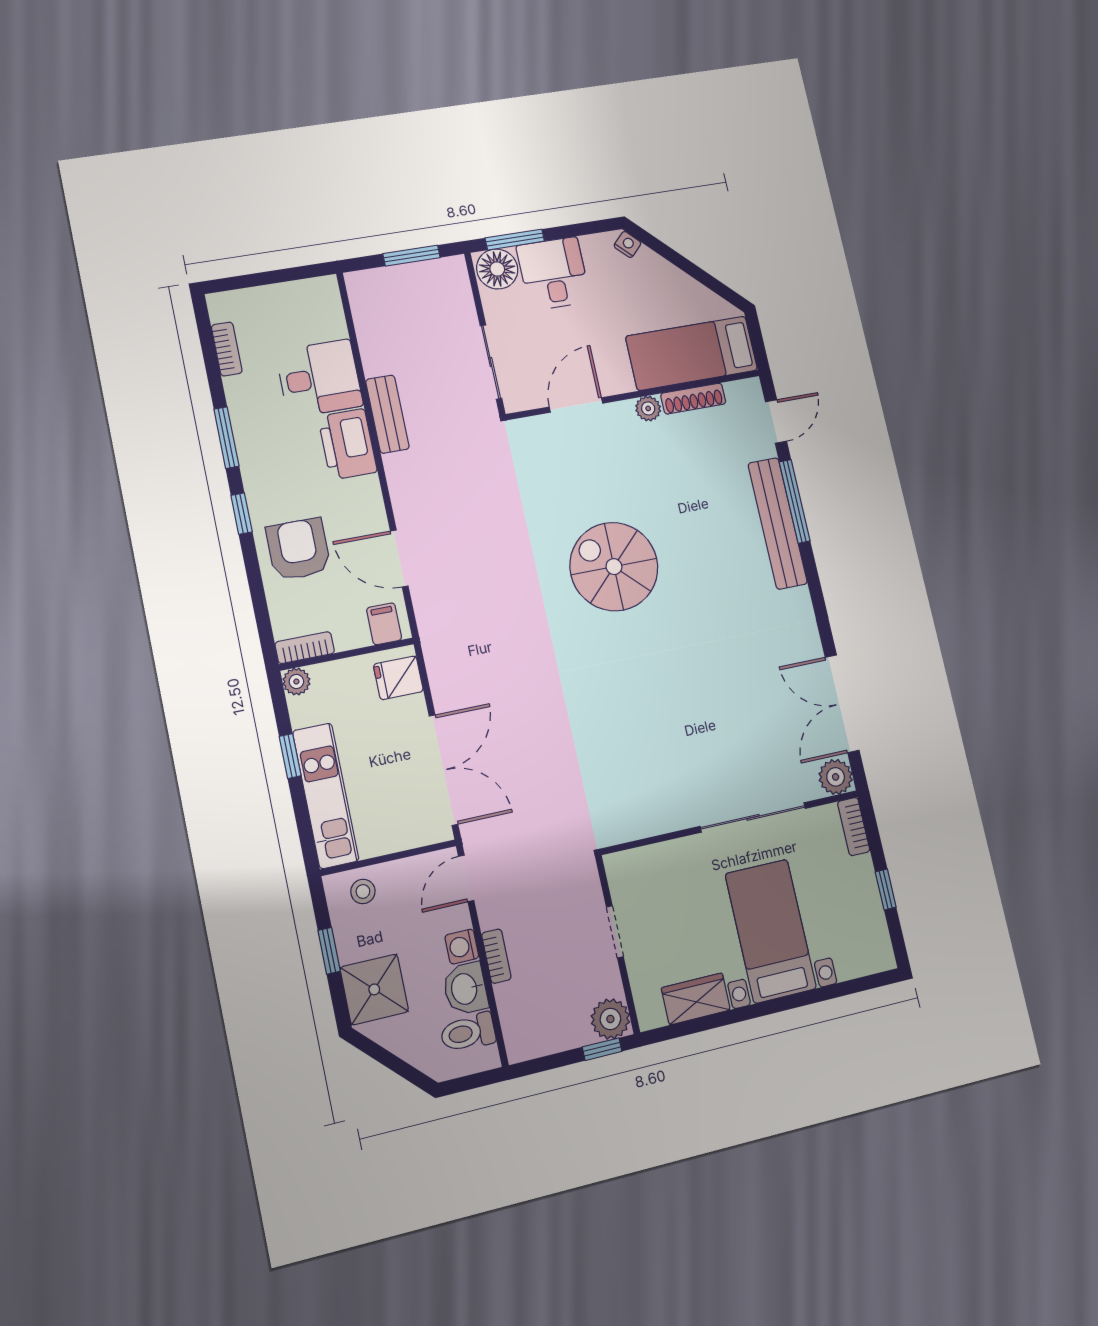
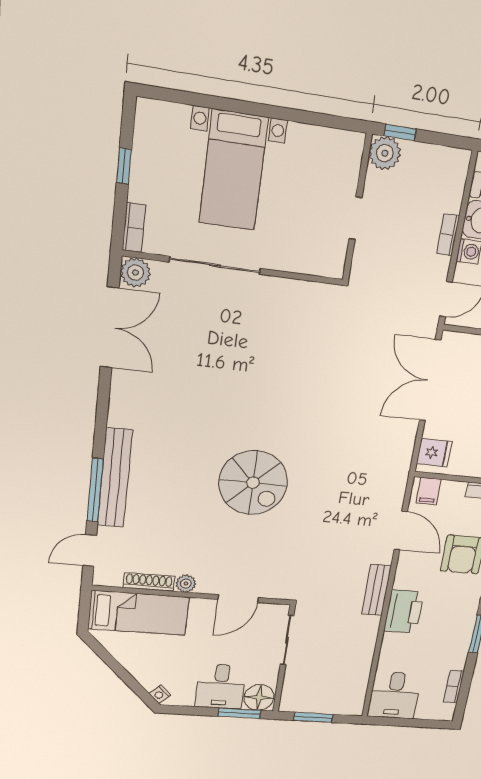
desk: (319, 378) -> (394, 695), moved, turned -90
bench: (387, 414) -> (376, 590), moved
wardrobe: (696, 999) -> (314, 141), removed

